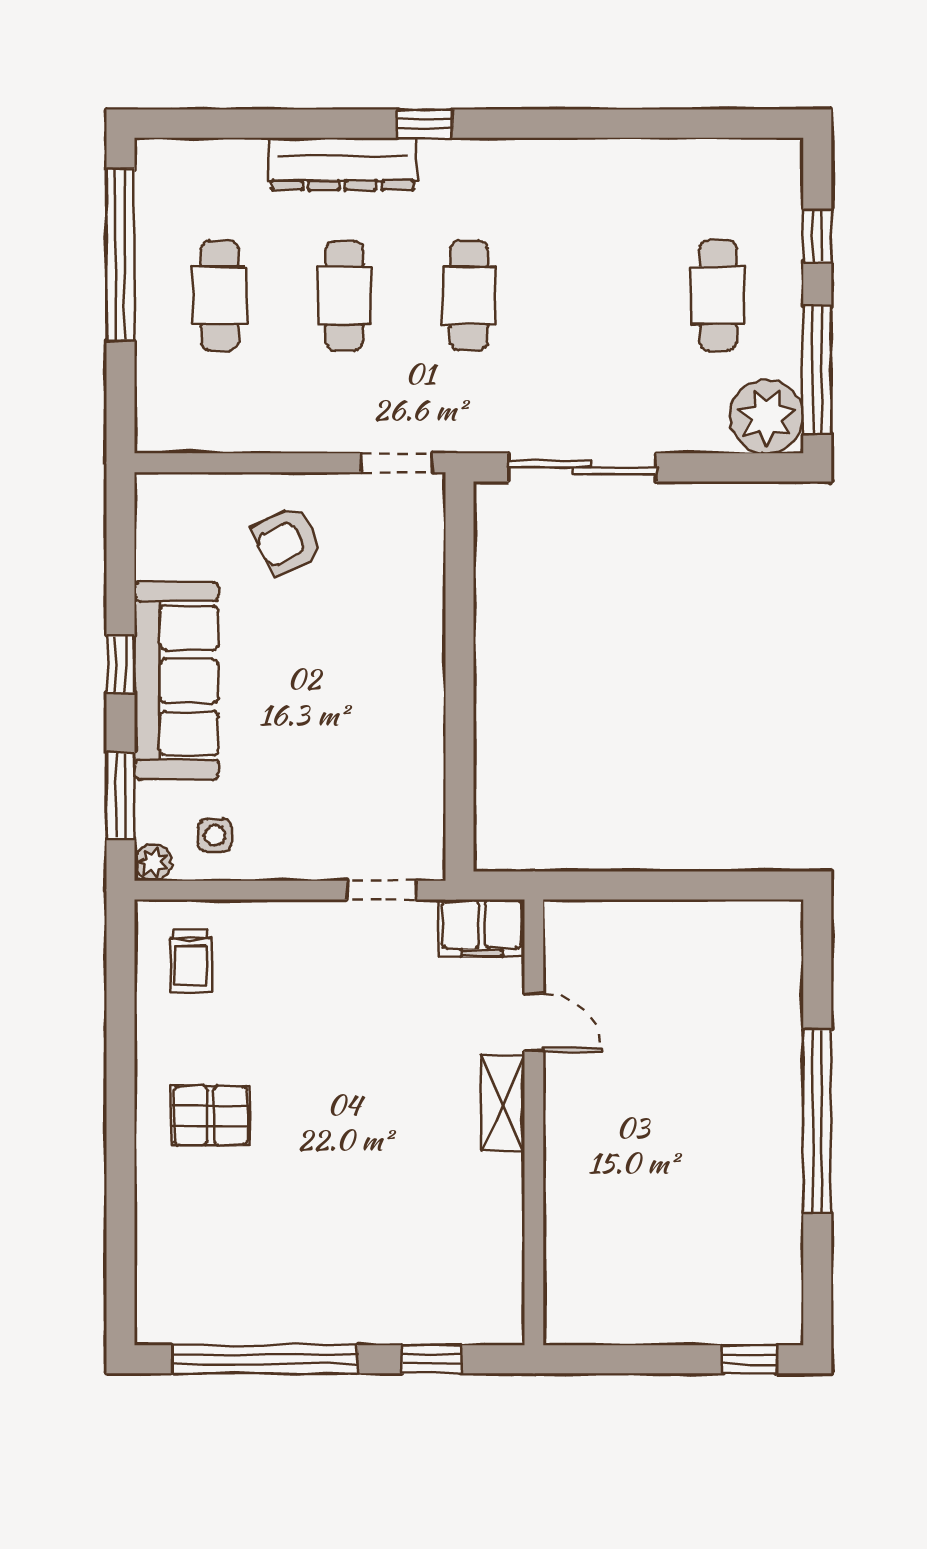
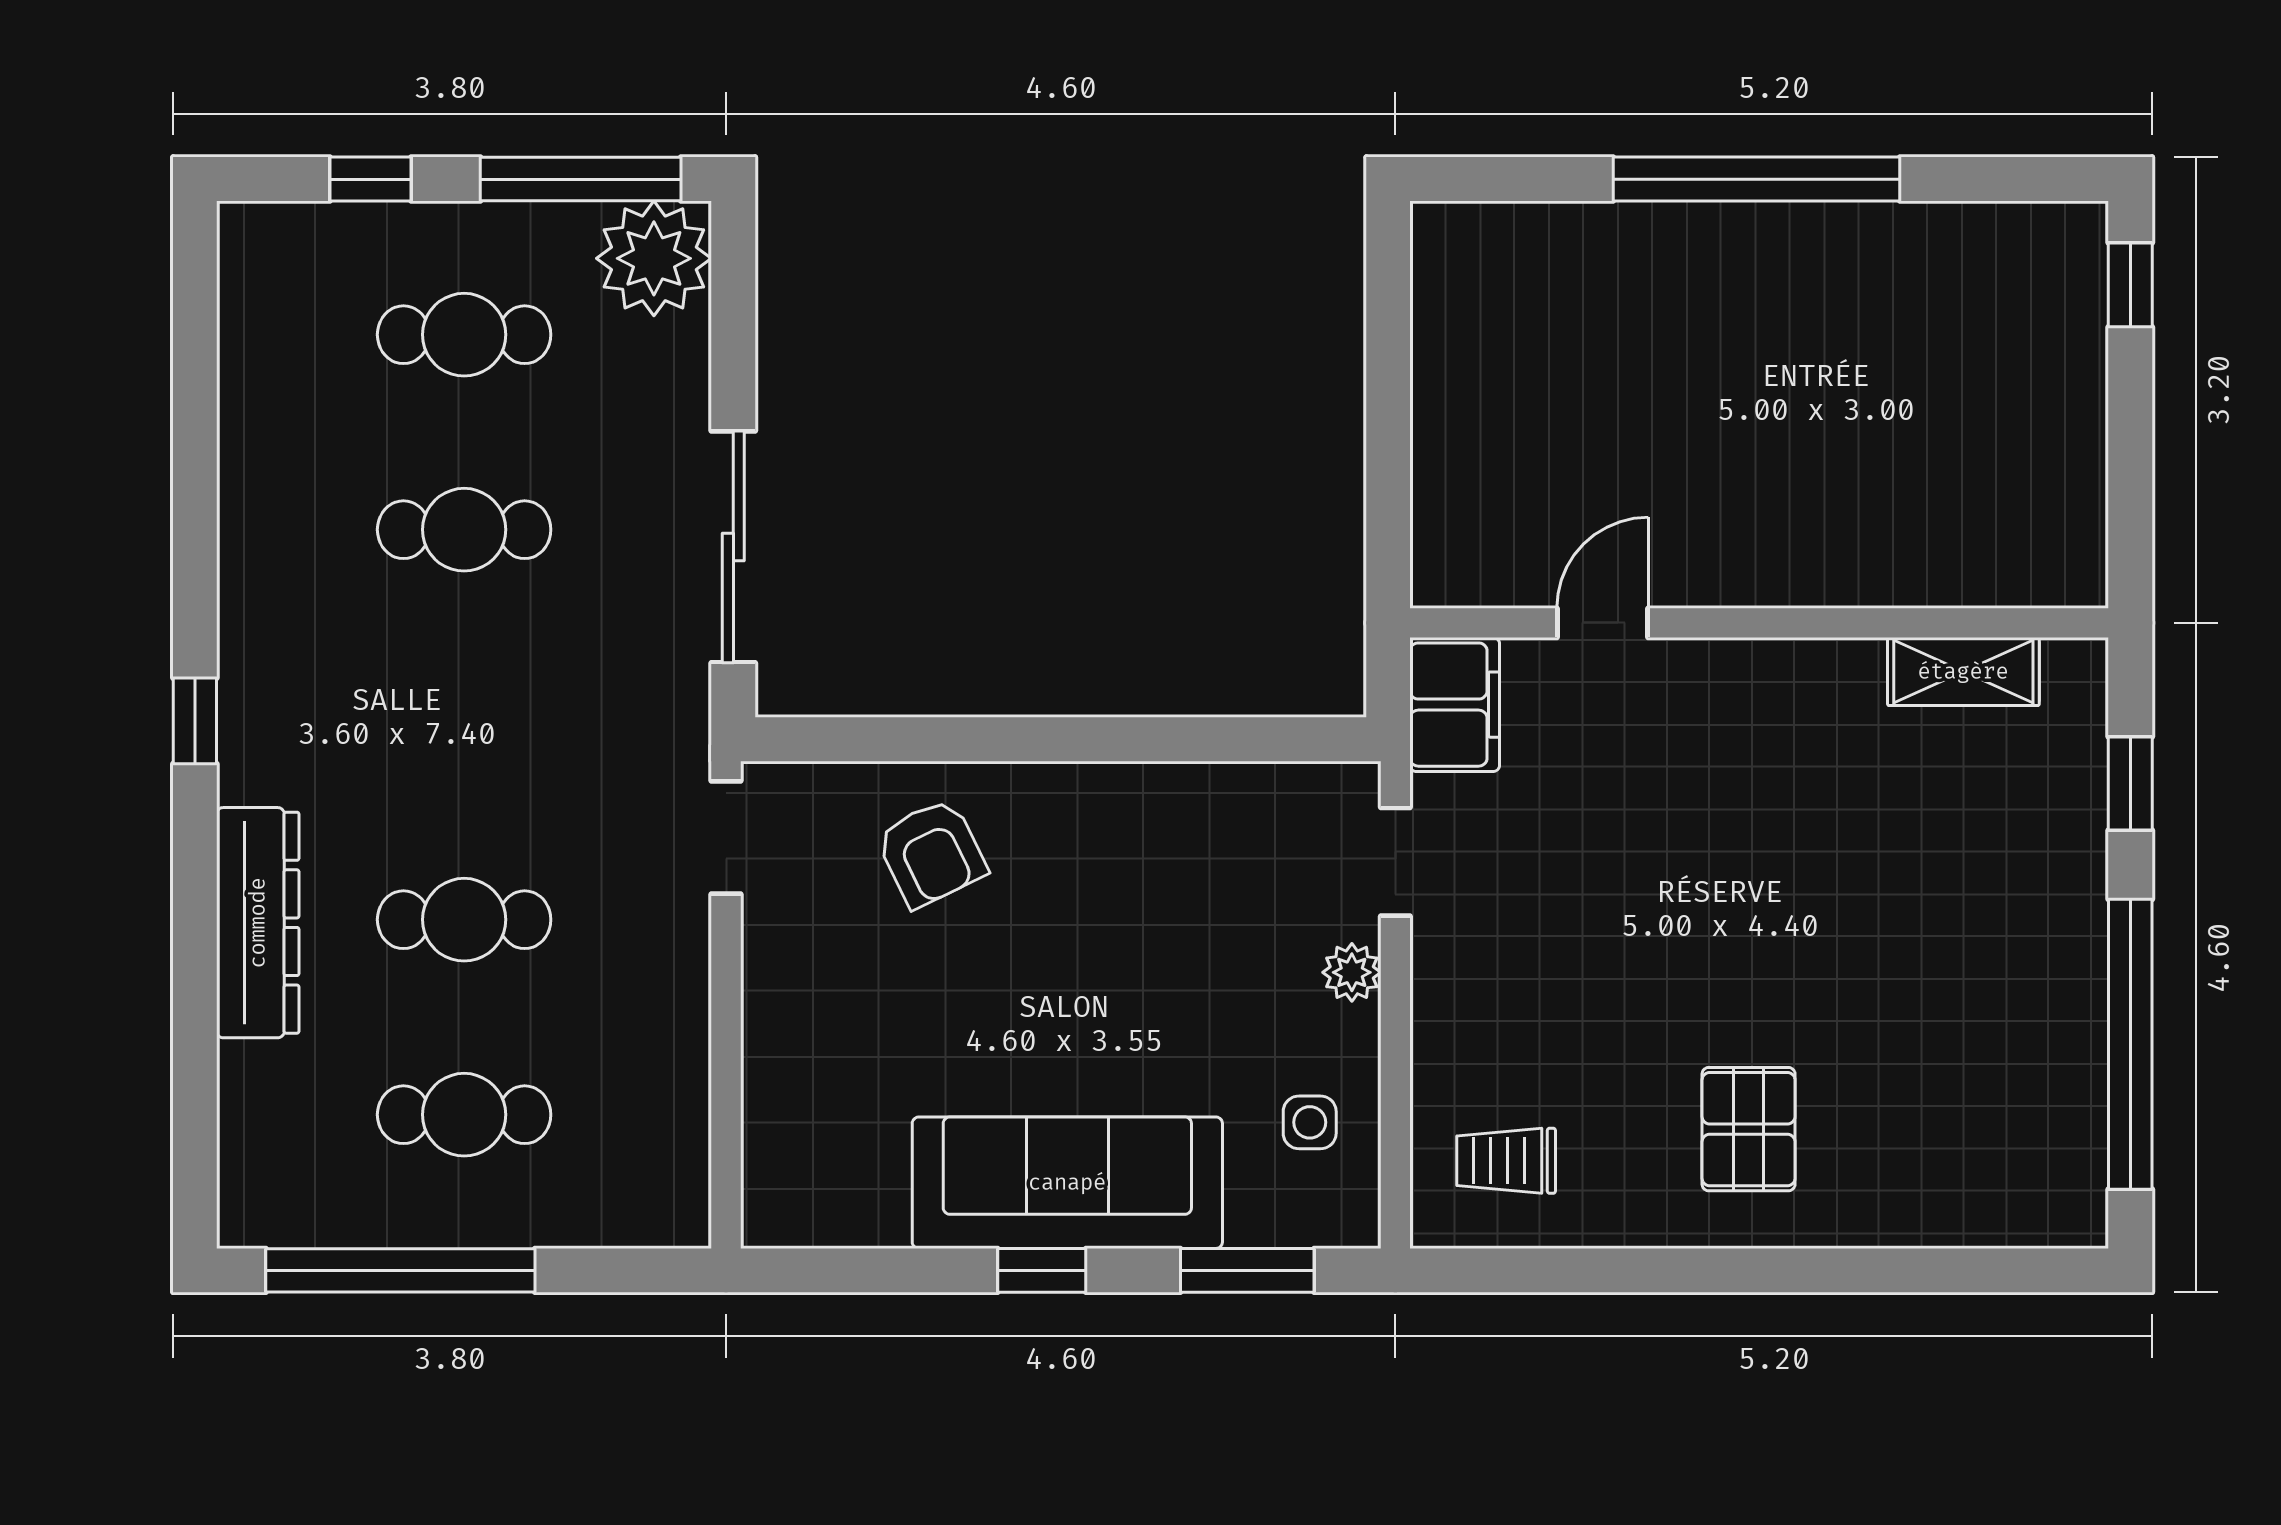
window: (425, 124) -> (195, 721), moved
cafe table: (469, 296) -> (464, 530), moved
armchair: (287, 541) -> (931, 853), moved
plant: (153, 862) -> (1352, 972), moved
trolley: (190, 961) -> (1506, 1161), turned 180
shelving: (503, 1103) -> (1963, 672), moved

